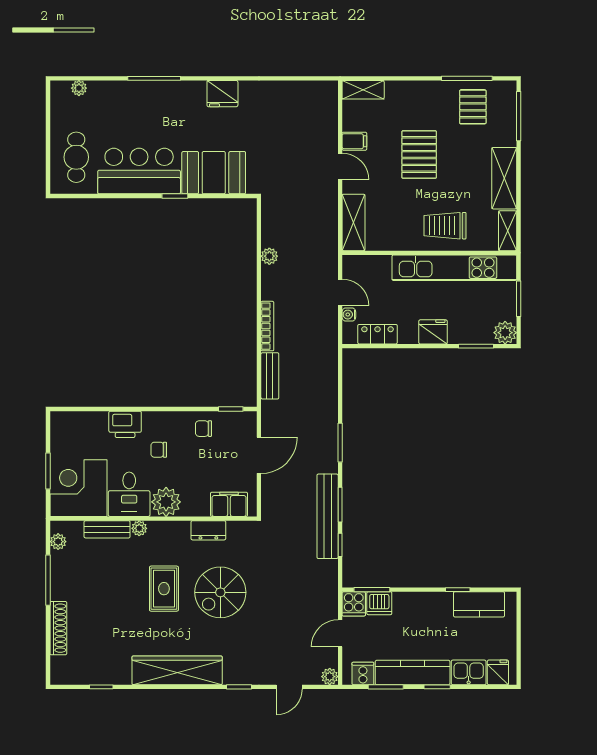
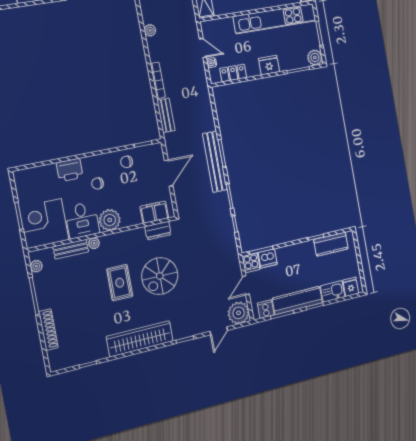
bench: (328, 516) -> (215, 162), moved
dresser: (208, 530) -> (158, 231), moved
plant: (330, 677) -> (239, 313), width x1.87, depth x1.87

